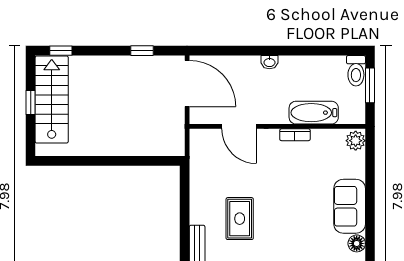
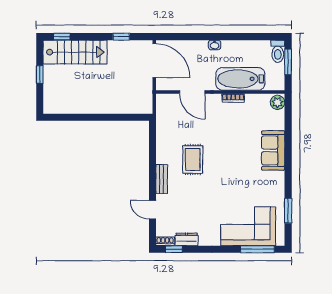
stairs: (52, 100) -> (75, 52), moved, turned 90
bathtub: (314, 113) -> (240, 79), width x1.36, depth x1.36
floor lamp: (357, 243) -> (278, 178), removed

